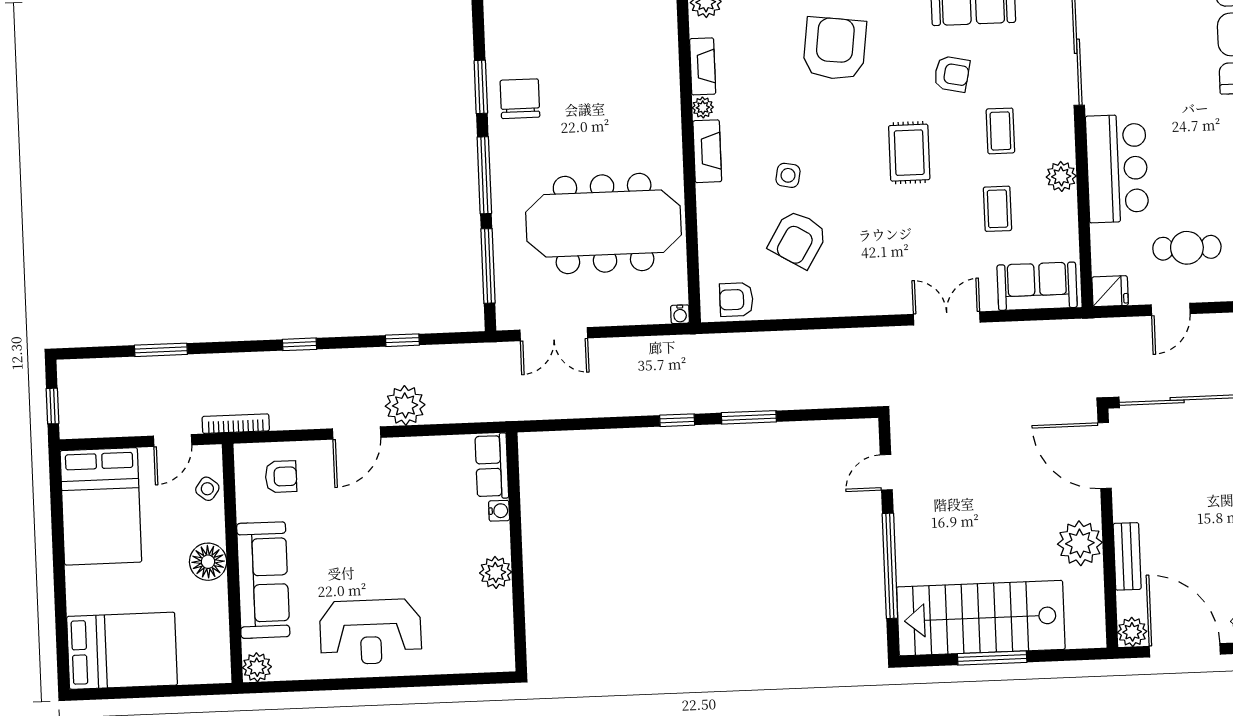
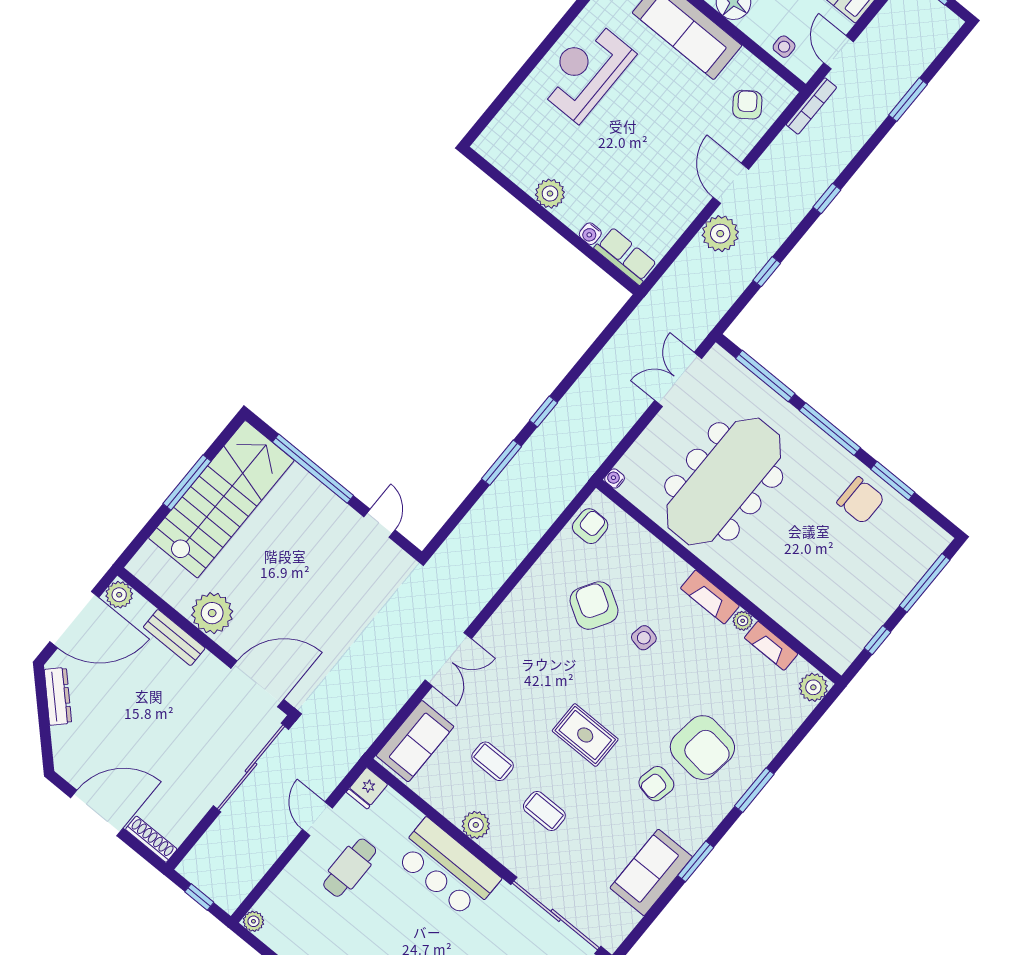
armchair: (952, 74) -> (656, 784), moved
armchair: (281, 477) -> (747, 105), turned 144
side table: (207, 489) -> (784, 47), turned -37

